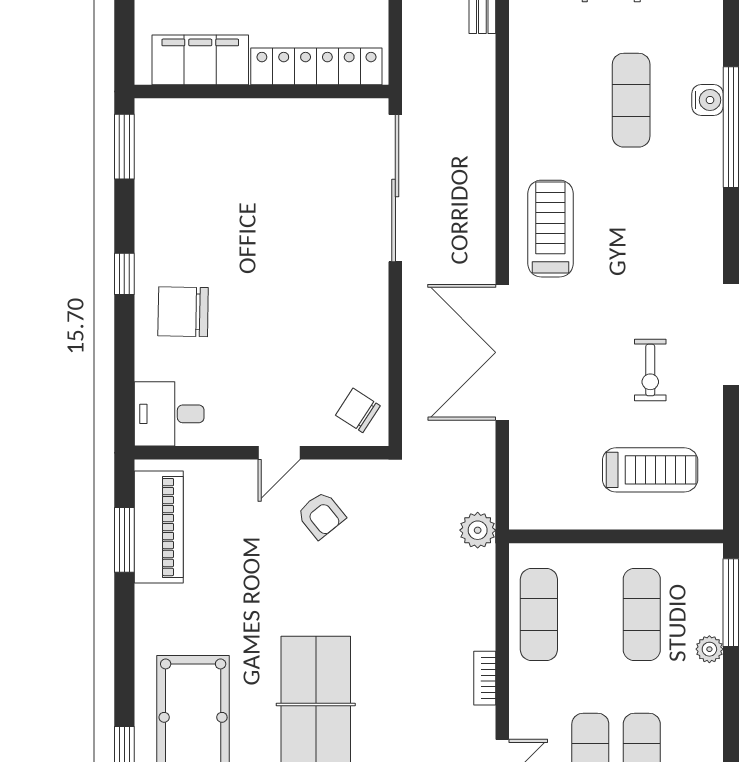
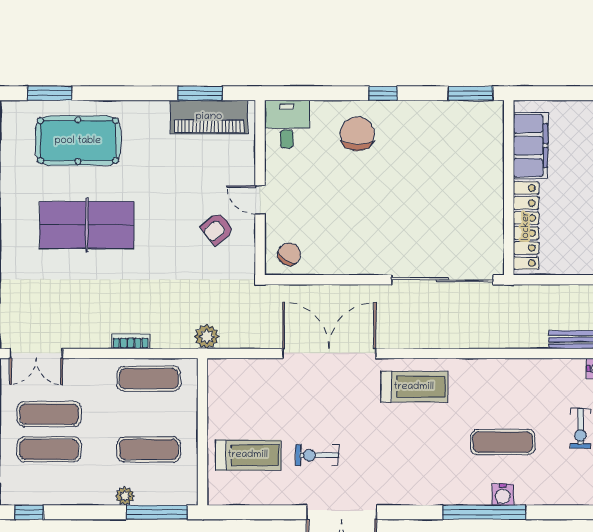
treadmill: (650, 470) -> (248, 455), turned -90
bookcase: (485, 678) -> (131, 341), moved

